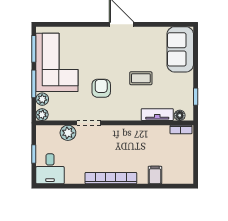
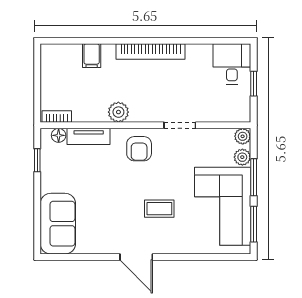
coffee table: (141, 78) -> (159, 209), moved
armchair: (101, 88) -> (139, 149), moved
plant: (68, 133) -> (118, 112), moved

